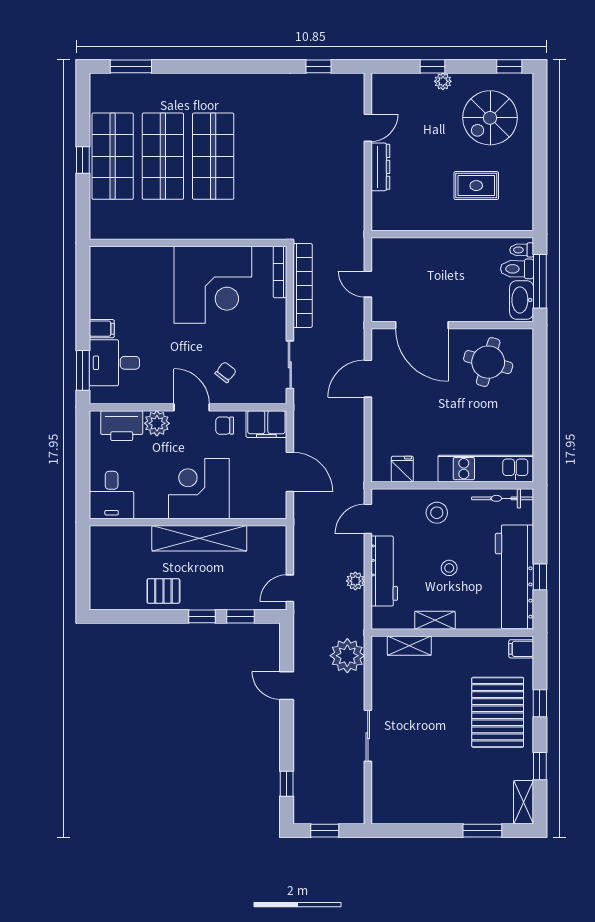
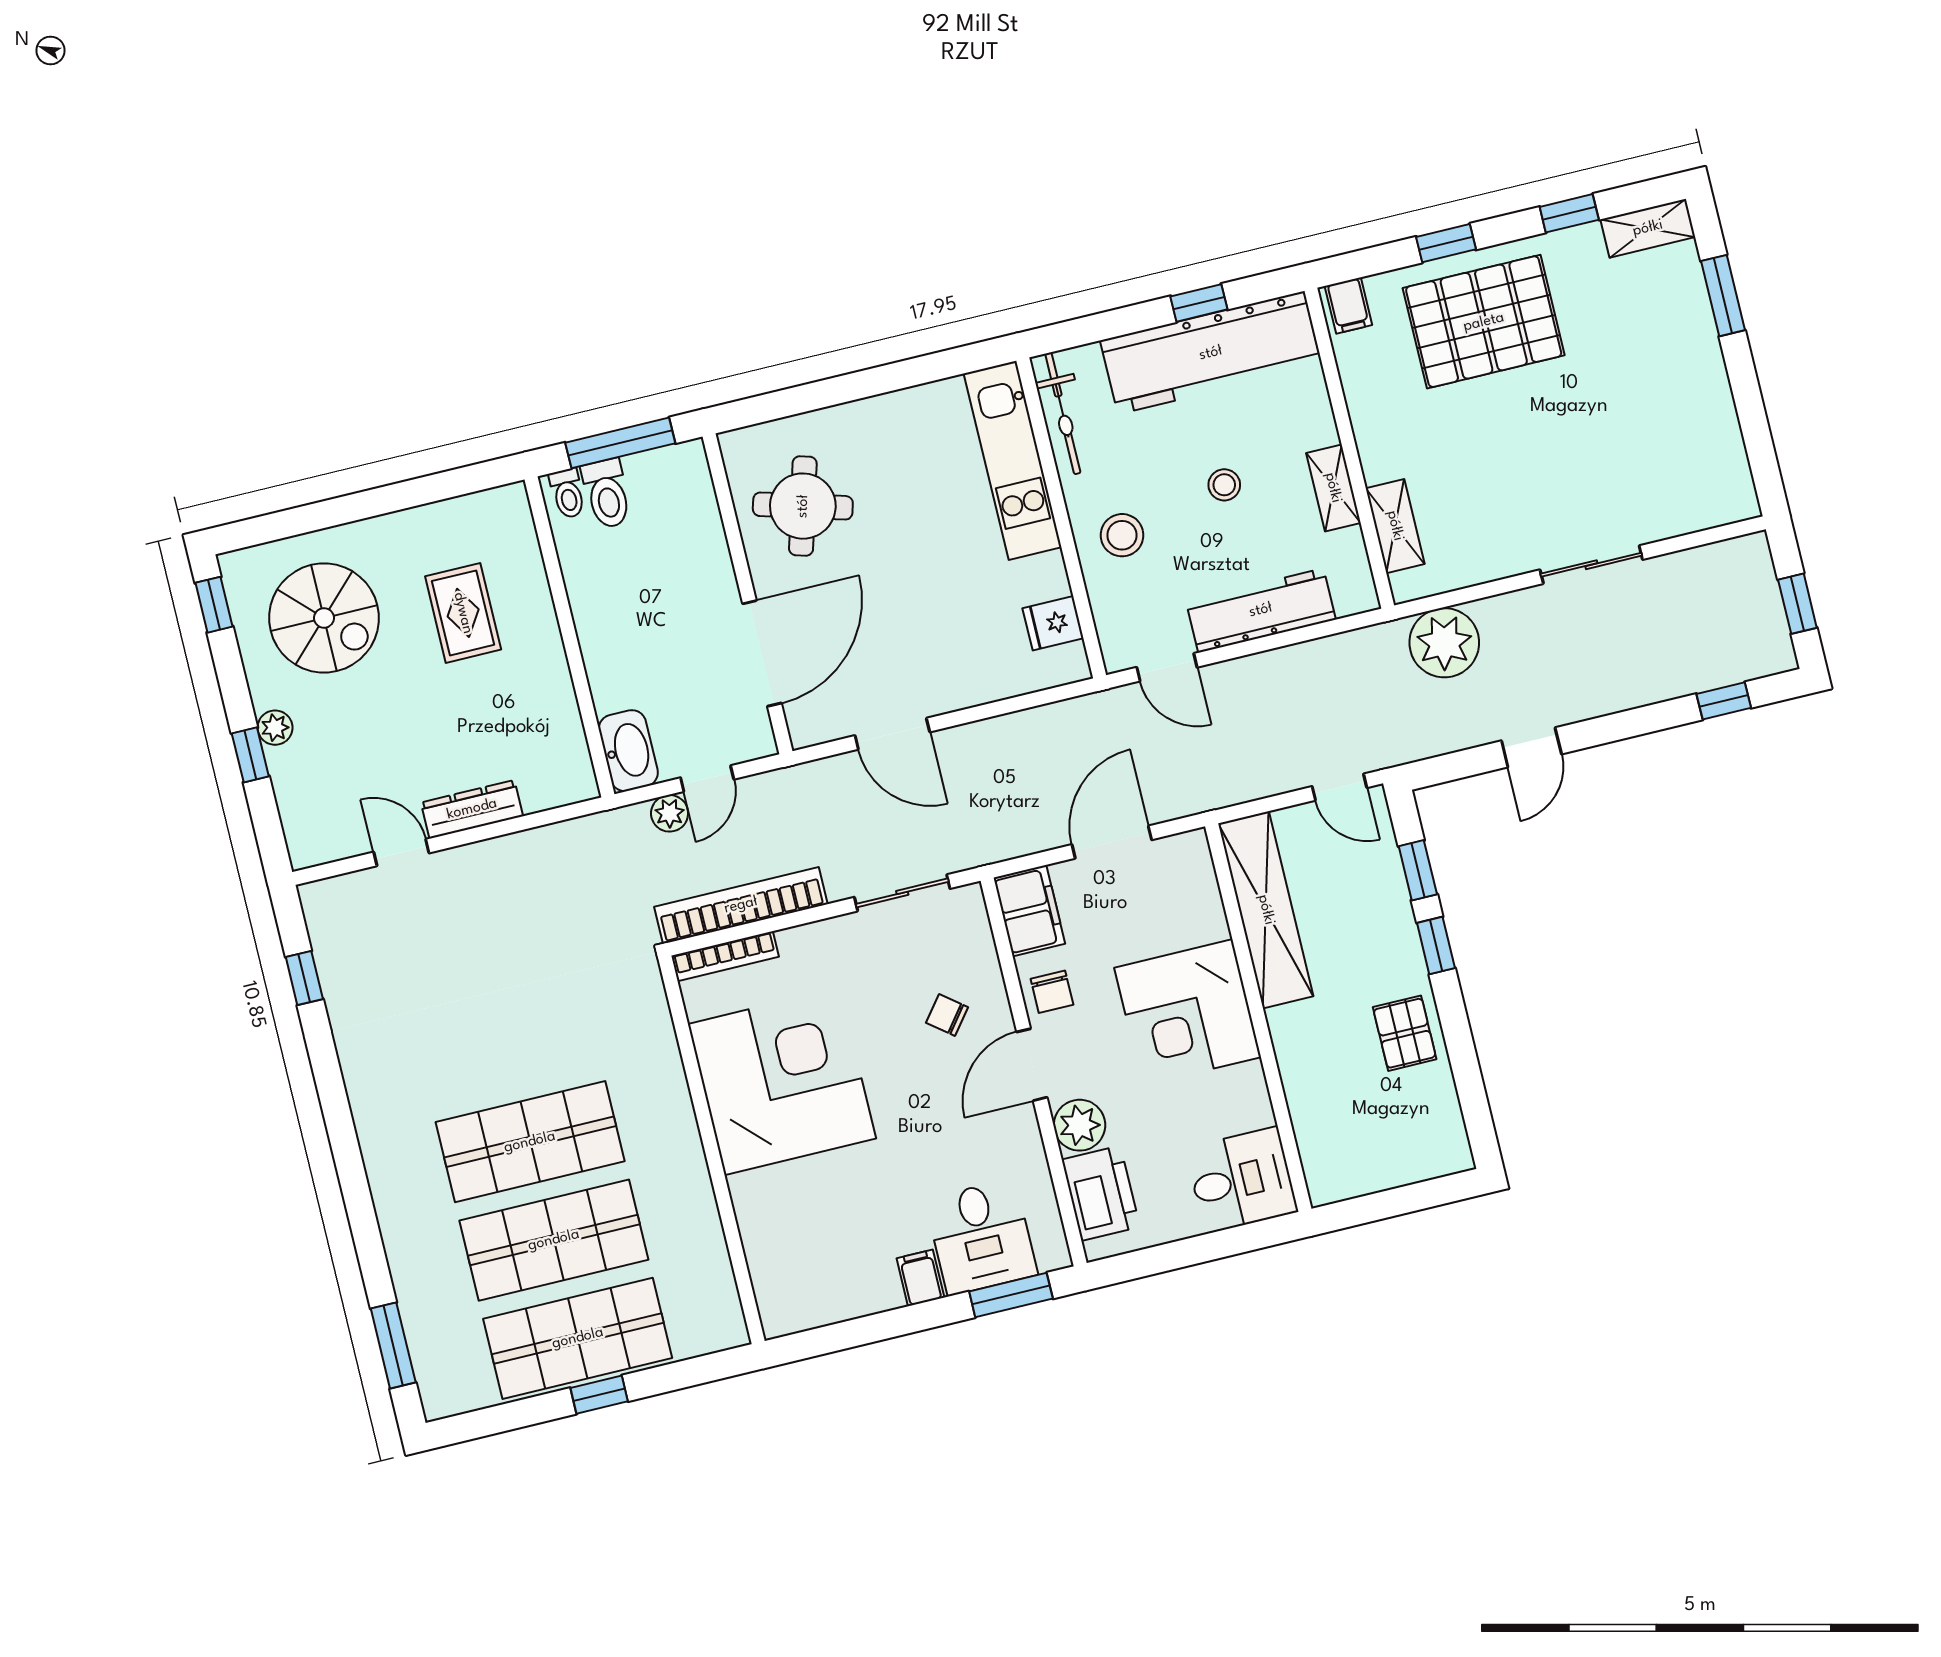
washbasin: (522, 300) -> (628, 751), moved, turned -90
shelving: (199, 538) -> (1266, 910), moved
plant: (355, 581) -> (670, 813), moved

